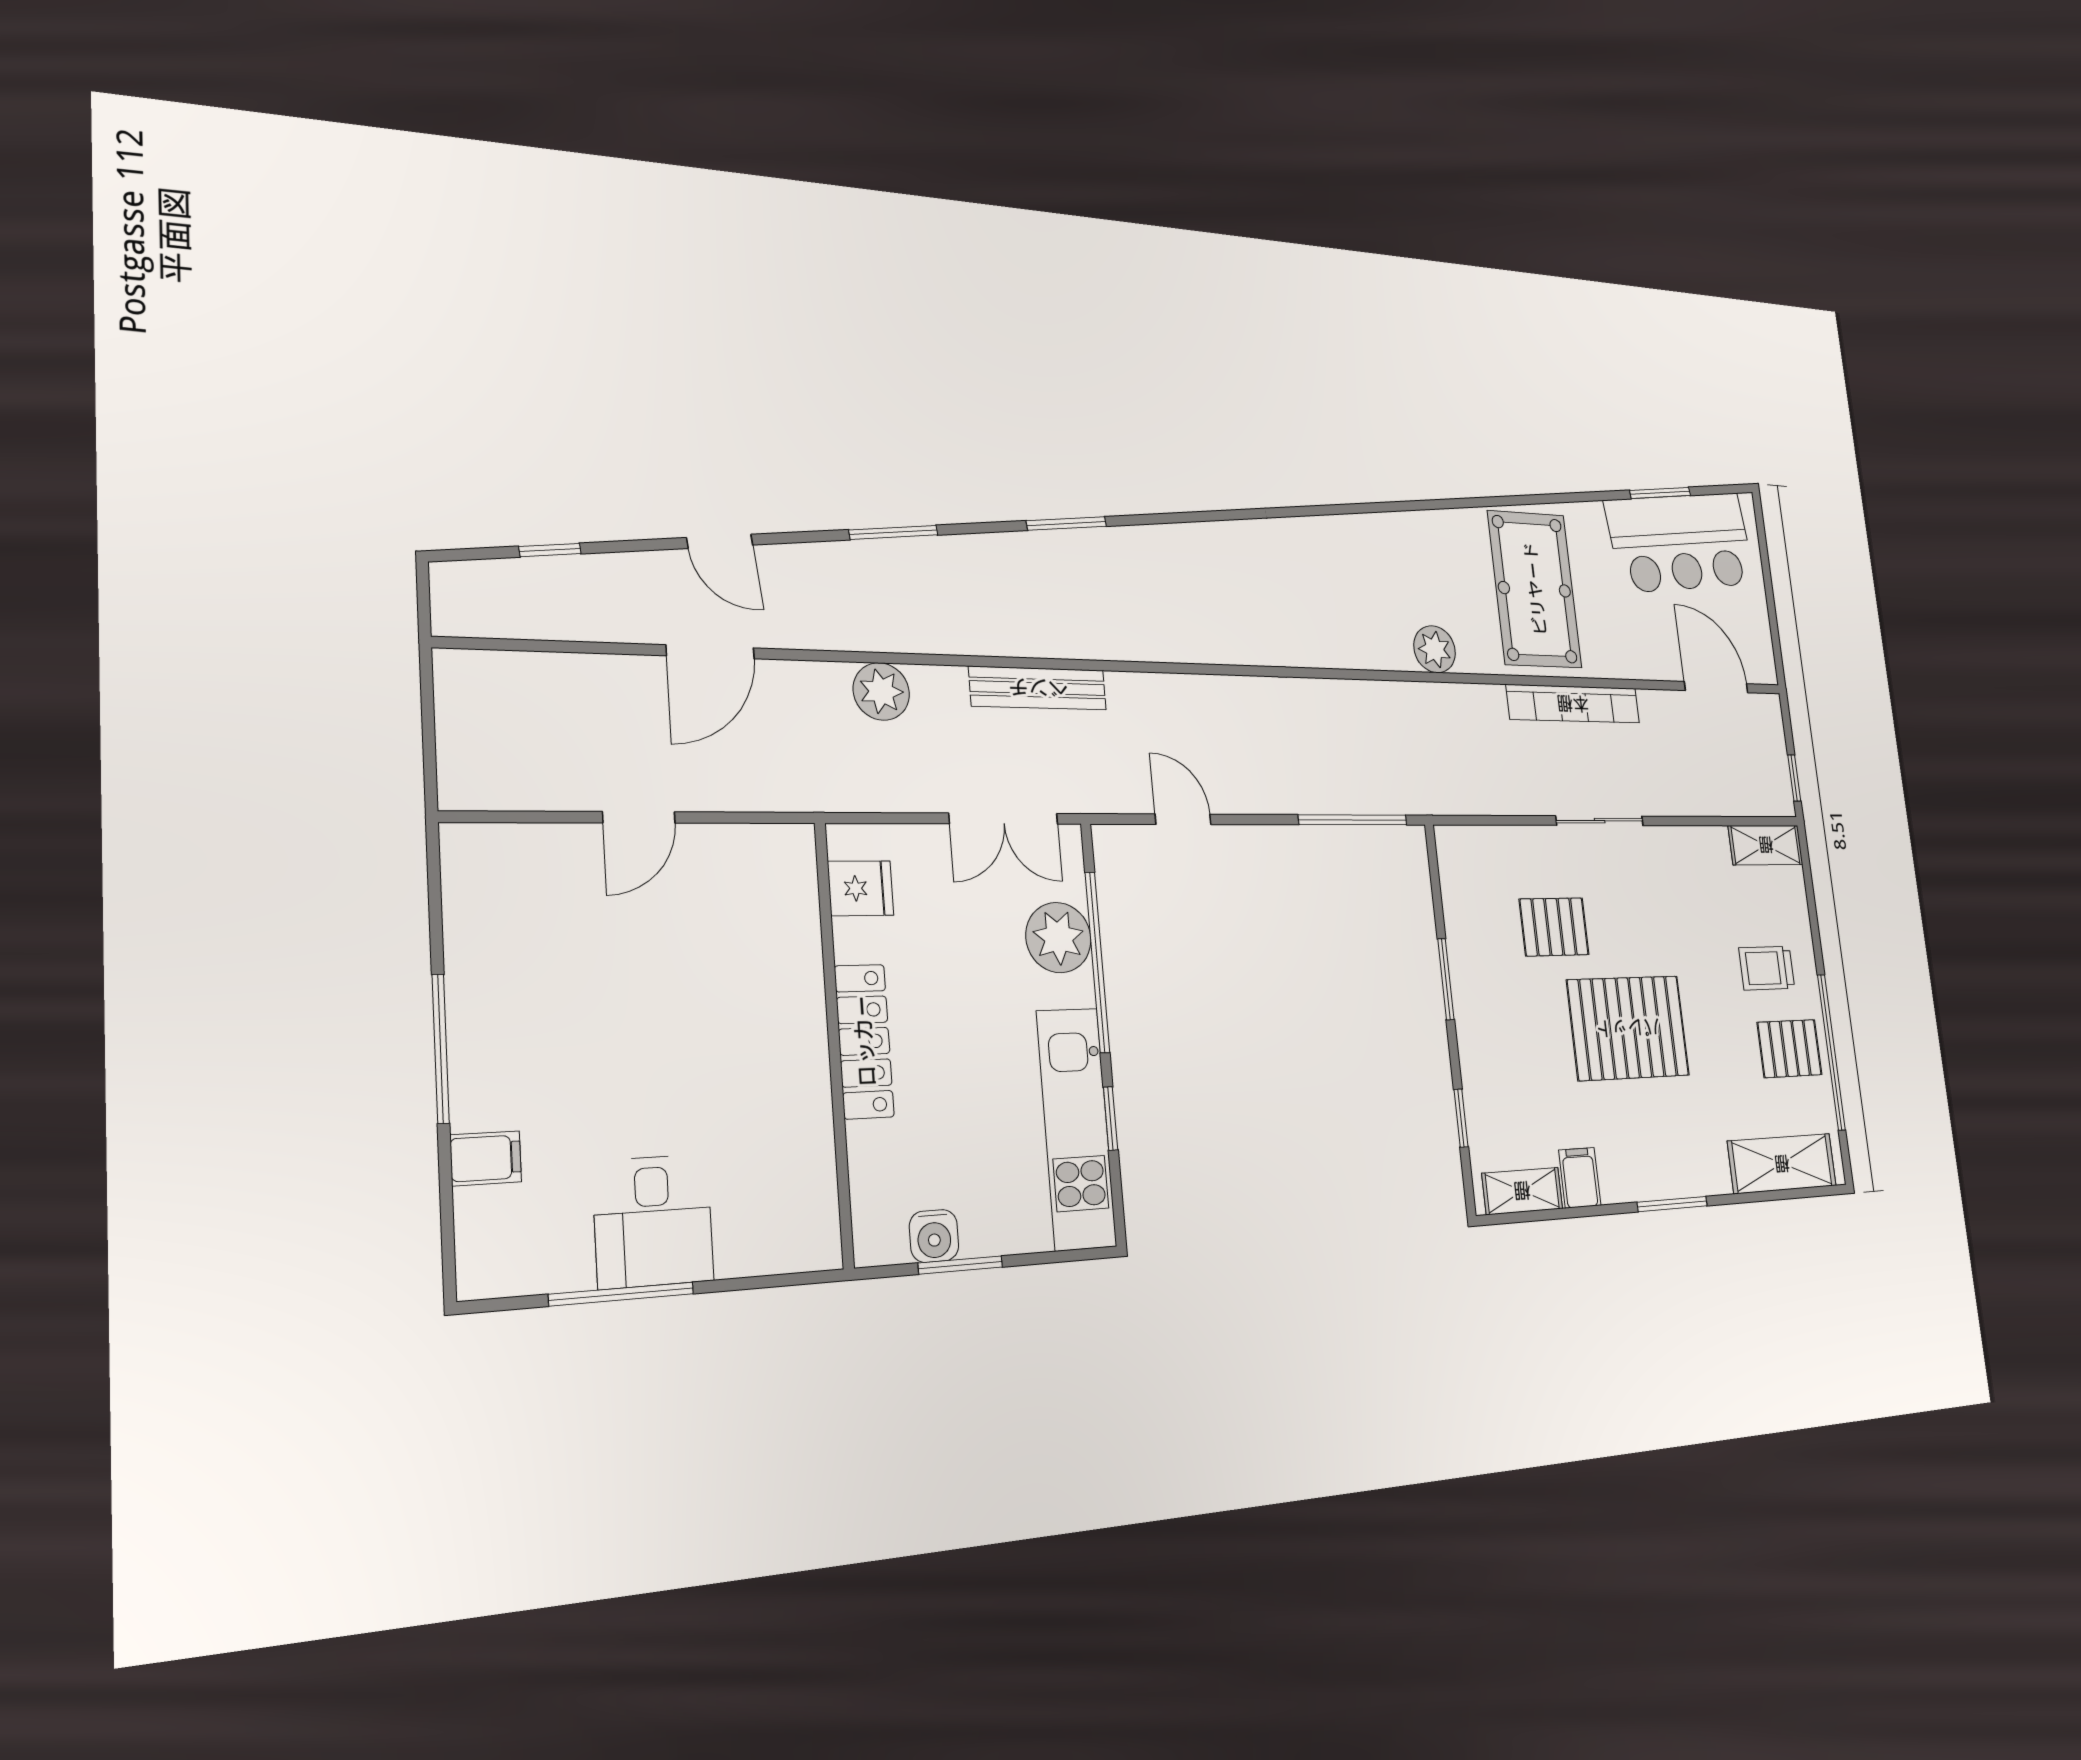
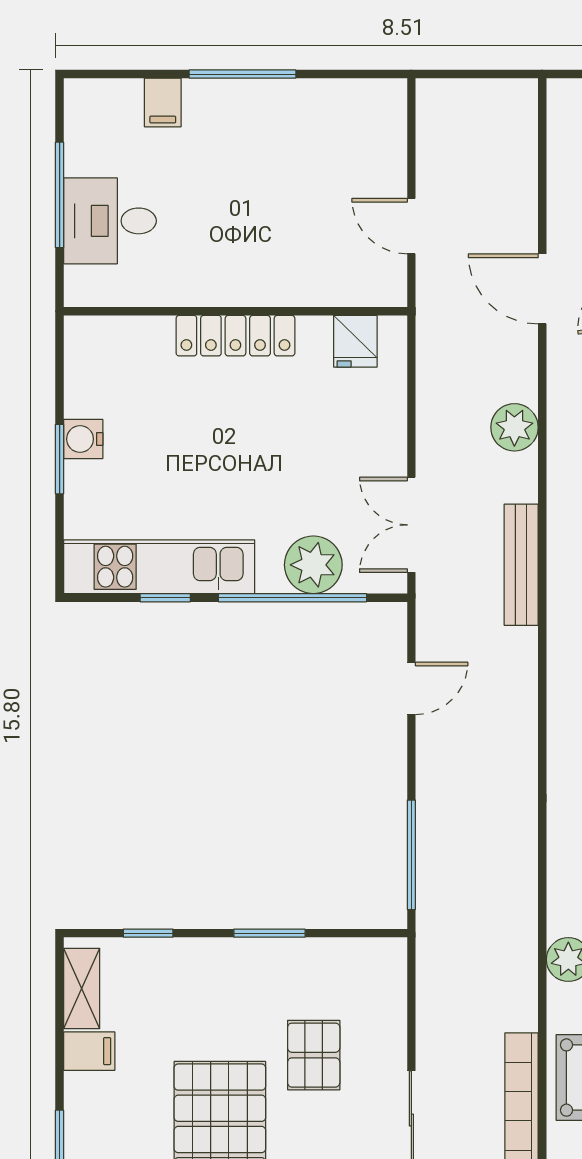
fridge: (861, 888) -> (355, 341), moved
locker: (864, 1041) -> (235, 336), moved
wall: (834, 1043) -> (235, 311), moved

